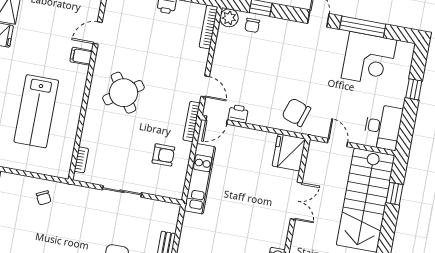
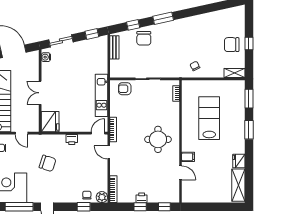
door: (98, 33) -> (180, 173), hinge flipped
round table: (124, 93) -> (158, 139), turned 34
chair: (296, 112) -> (48, 163), moved
printer: (238, 114) -> (72, 140), moved
armchair: (163, 155) -> (125, 89), moved

